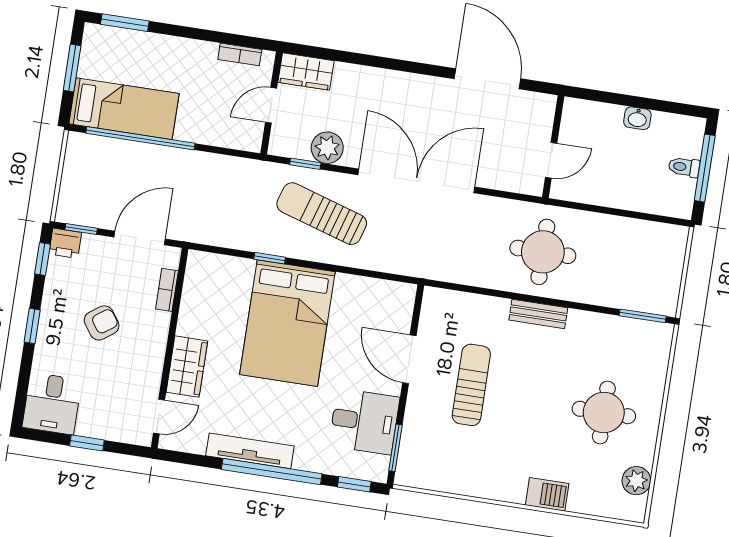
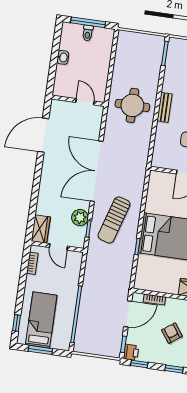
window: (125, 23) -> (17, 323), width x0.67
bed: (124, 109) -> (41, 320), moved
door: (140, 238) -> (128, 314), swing flipped

